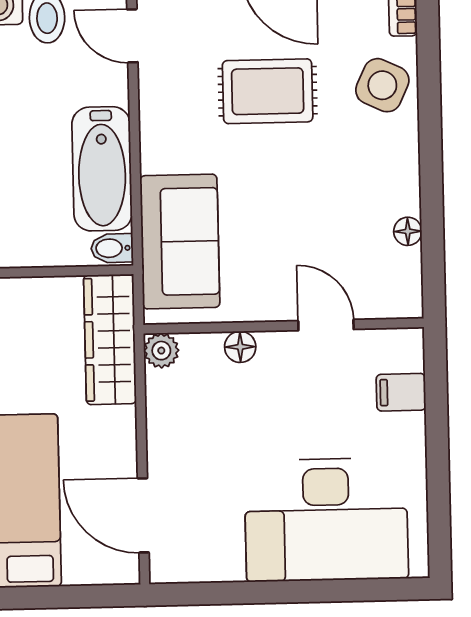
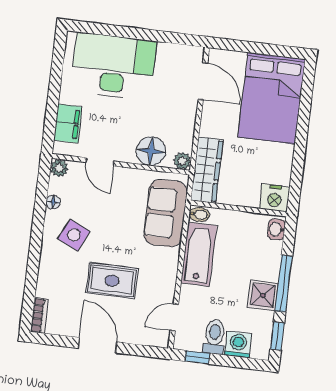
door: (132, 36) -> (174, 317), swing flipped
side table: (382, 85) -> (74, 235), moved
plant: (405, 301) -> (59, 168), added
floor lamp: (240, 347) -> (151, 151), width x1.89, depth x1.89
filing cabinet: (401, 392) -> (68, 123), width x2.00

